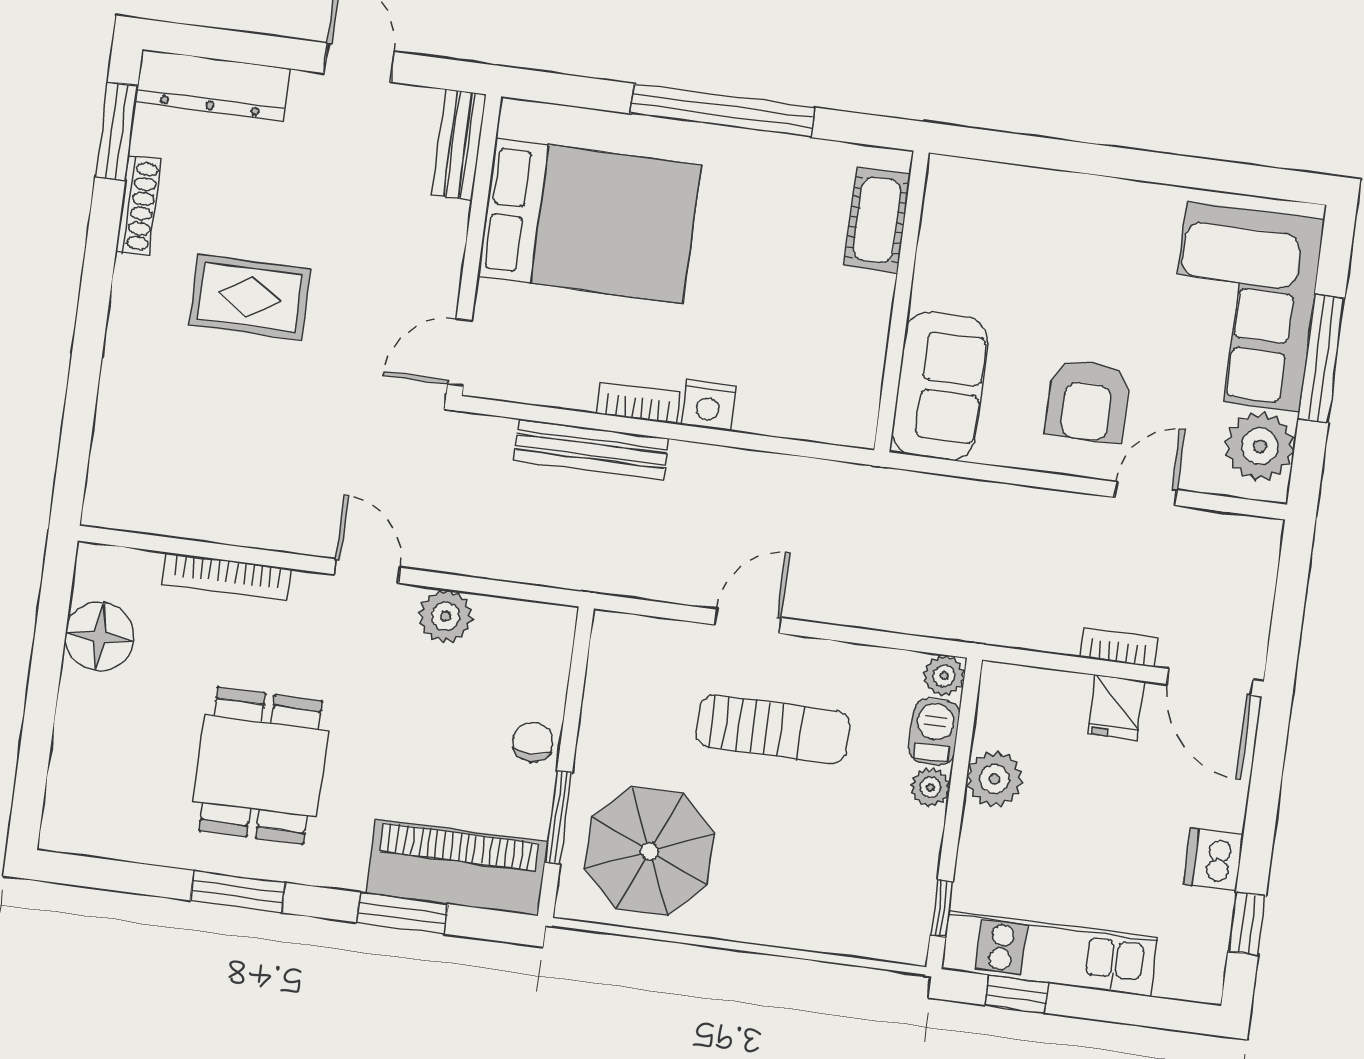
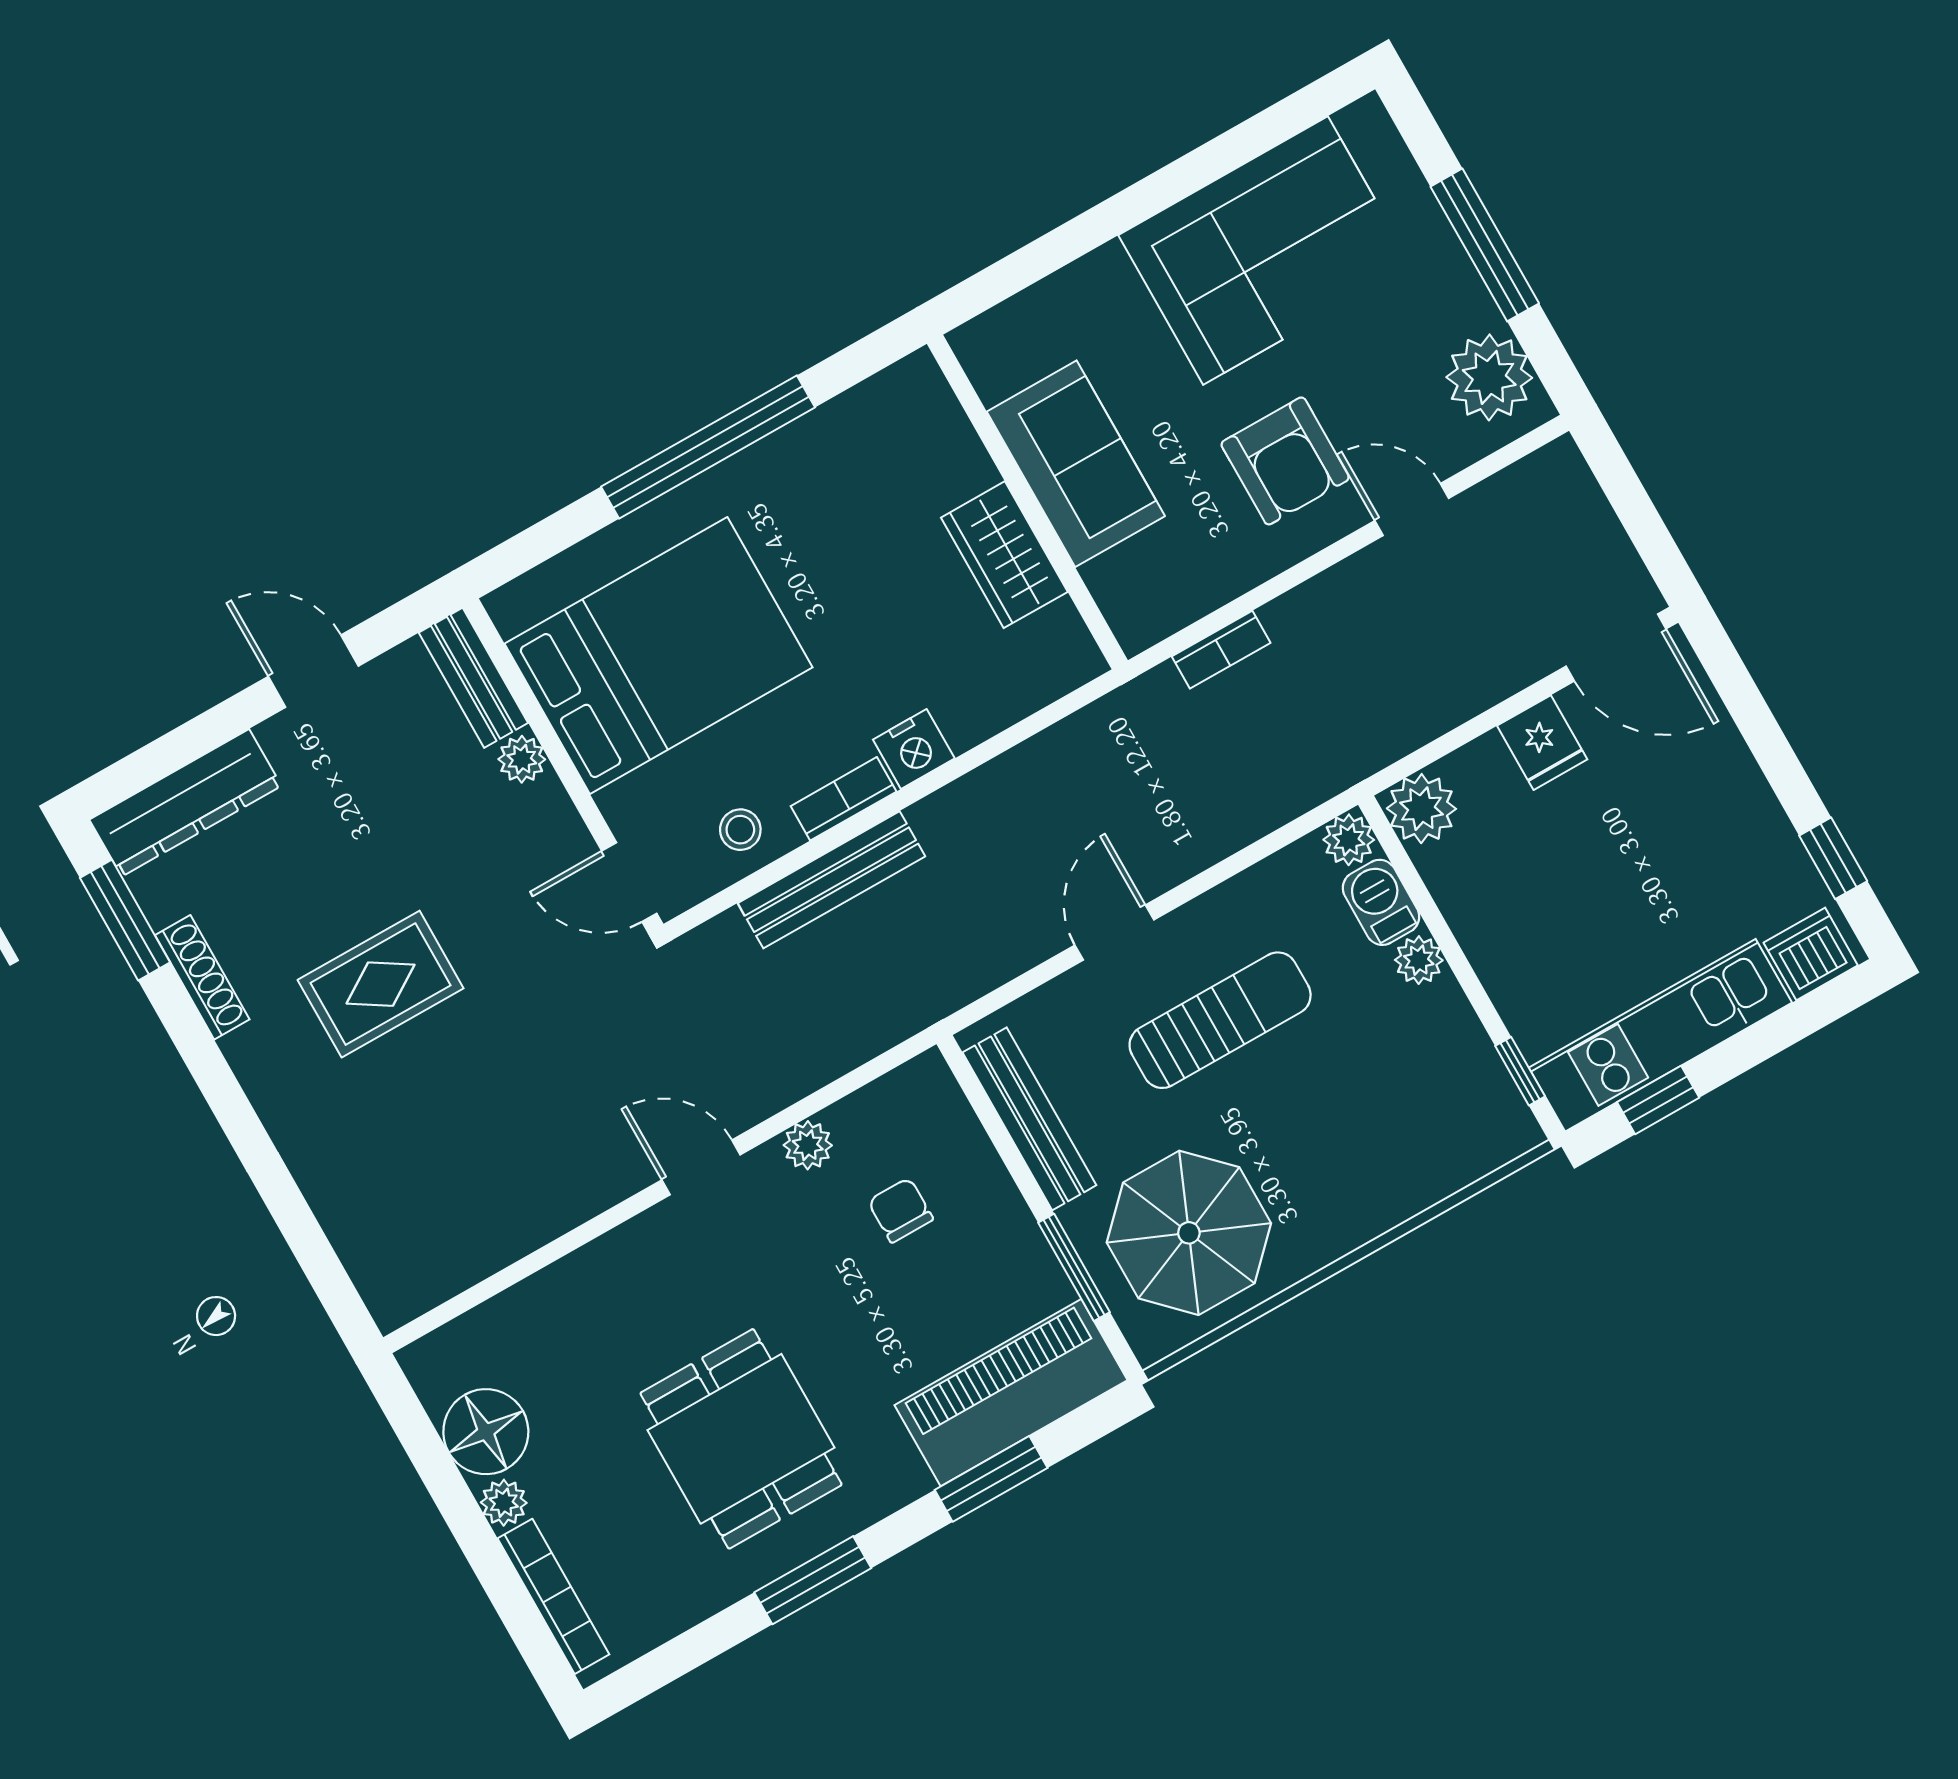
cot: (877, 220) -> (943, 440), removed
plant: (450, 221) -> (522, 759), added
corner sofa: (1243, 307) -> (1265, 250), moved, turned -90
wardrobe: (861, 324) -> (1004, 555), added
door: (460, 352) -> (629, 882), hinge flipped
stool: (557, 373) -> (740, 830), added
sofa: (940, 386) -> (1076, 464), moved
door: (1146, 494) -> (1412, 509), hinge flipped
bookcase: (227, 576) -> (553, 1596), moved, turned -90
plant: (446, 616) -> (808, 1145), width x0.73, depth x0.73
bookcase: (1119, 647) -> (1221, 650), moved, turned 180
plant: (77, 691) -> (504, 1503), added
bench: (602, 700) -> (1029, 1119), added
chair: (533, 742) -> (900, 1210), moved
plant: (994, 779) -> (1421, 809), moved
dishwasher: (1213, 860) -> (1811, 954), moved, turned 90

